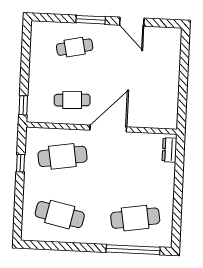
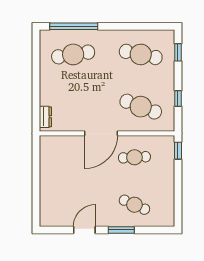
door: (132, 22) -> (84, 230), hinge flipped
cafe table: (75, 47) -> (134, 205), turned 36
cafe table: (62, 156) -> (141, 107), turned 30
window: (18, 215) -> (178, 52), added

